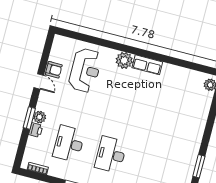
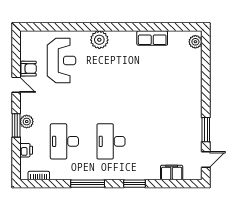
row of seats: (147, 65) -> (152, 38), moved
printer: (36, 130) -> (26, 150), moved

